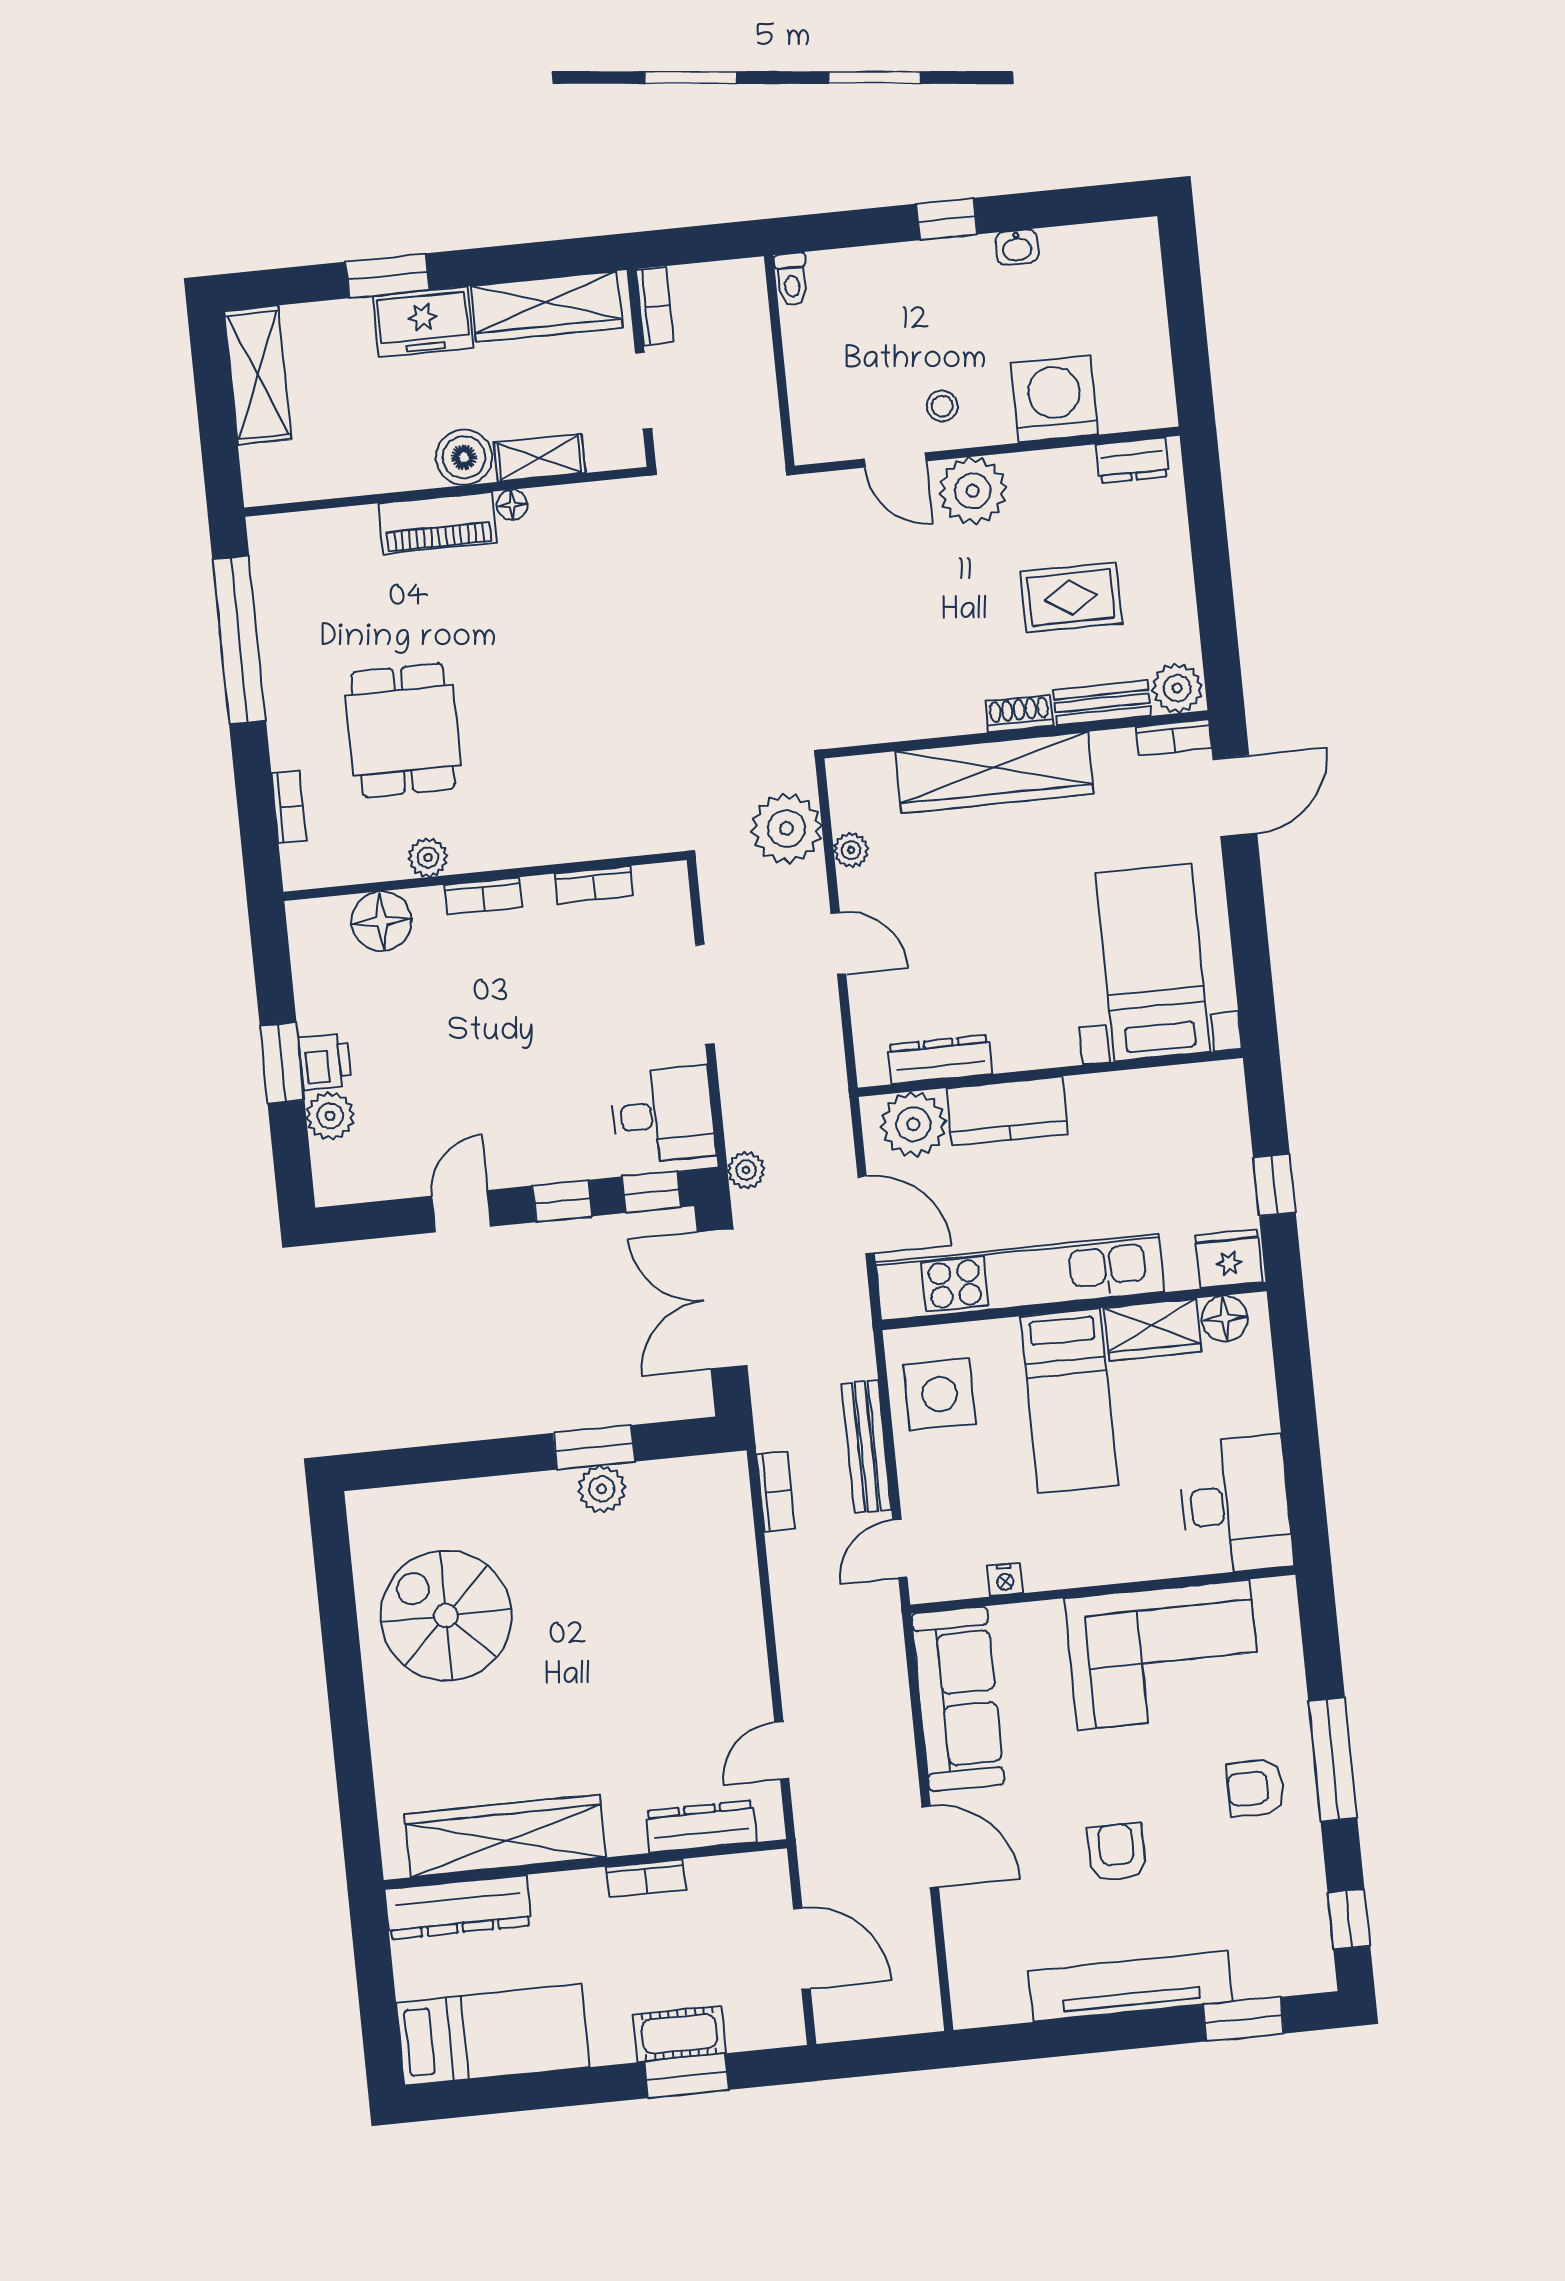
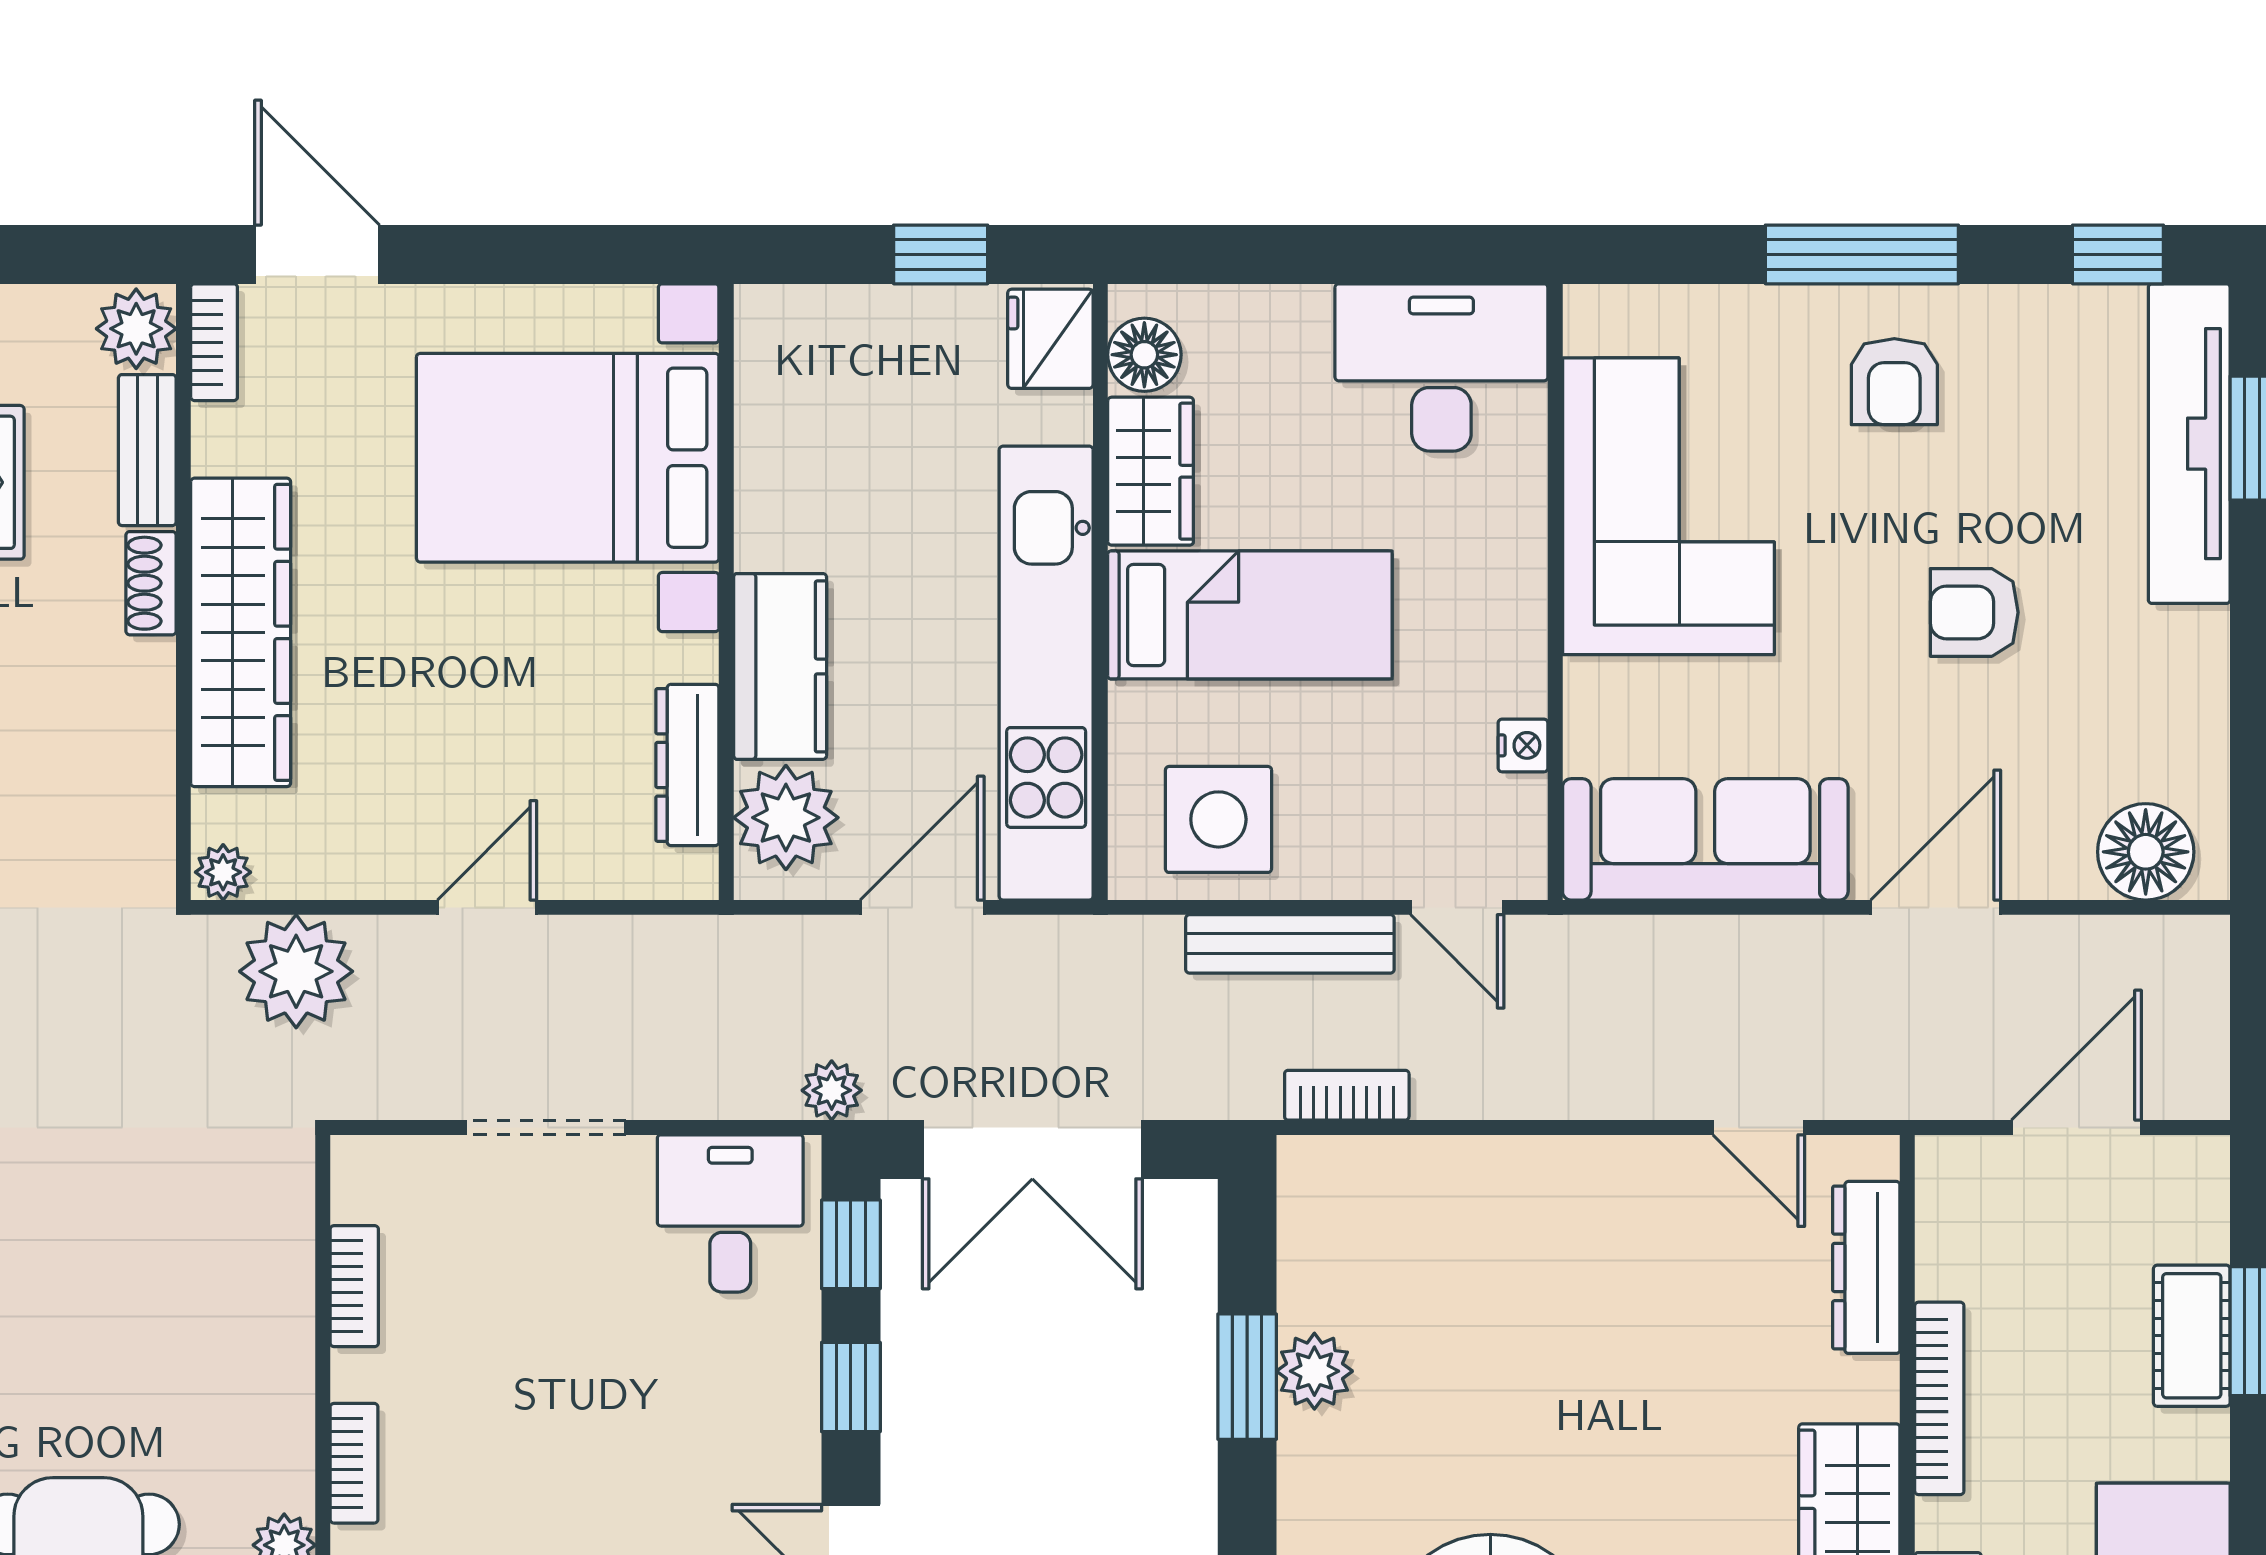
plant: (851, 850) -> (223, 872), moved
bed with nightstands: (1153, 962) -> (568, 458), width x1.36
bookcase: (646, 1878) -> (1939, 1398), width x1.56
floor lamp: (978, 1974) -> (2146, 852), added
tv unit: (1130, 1986) -> (2189, 444), moved

